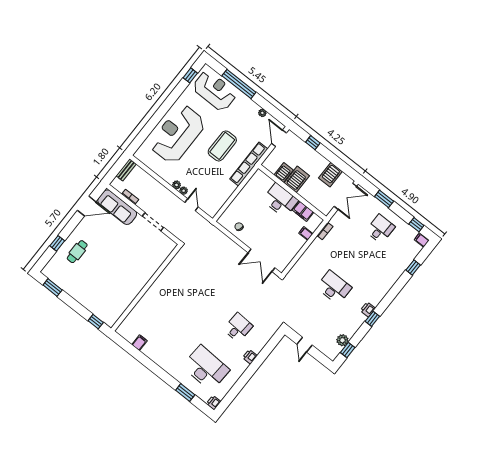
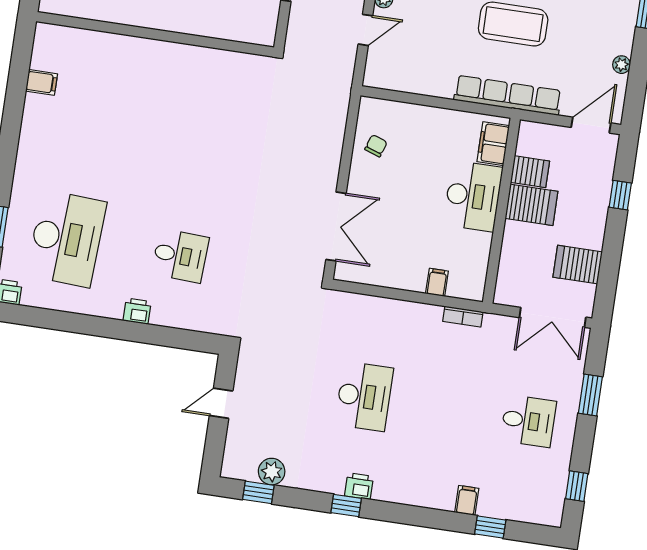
filing cabinet: (303, 211) -> (493, 144), moved
filing cabinet: (422, 240) -> (467, 500), moved
double door: (261, 260) -> (336, 226), swing flipped

